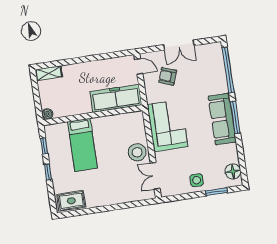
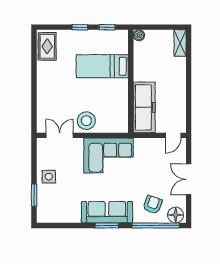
armchair: (168, 76) -> (153, 205), moved
window: (235, 117) -> (107, 226), width x0.69
floor lamp: (233, 171) -> (176, 215), moved

